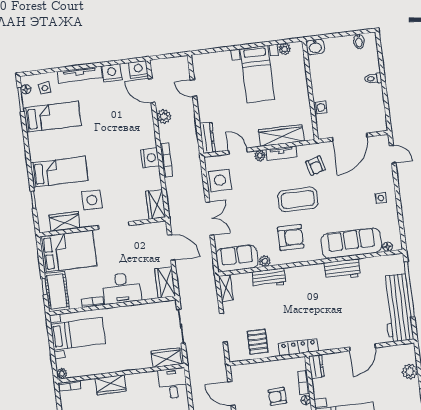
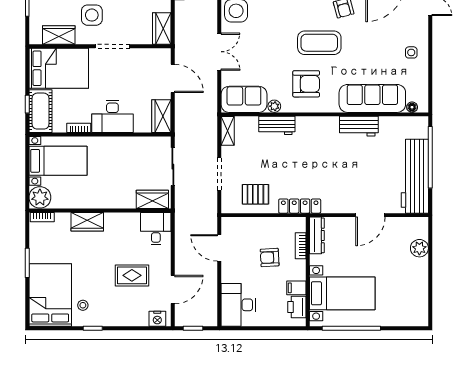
pallet: (258, 342) -> (255, 194), turned 90
dresser: (316, 367) -> (317, 235), width x1.44
plant: (62, 373) -> (40, 197), width x1.87, depth x1.87
floor lamp: (306, 400) -> (301, 265), removed

